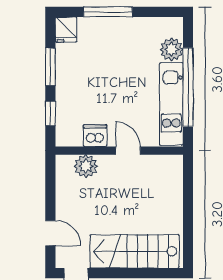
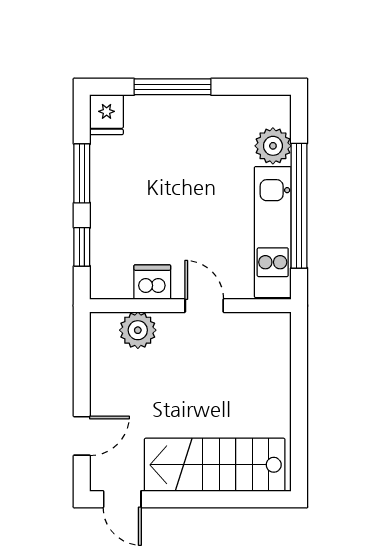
door: (50, 233) -> (82, 436), hinge flipped

